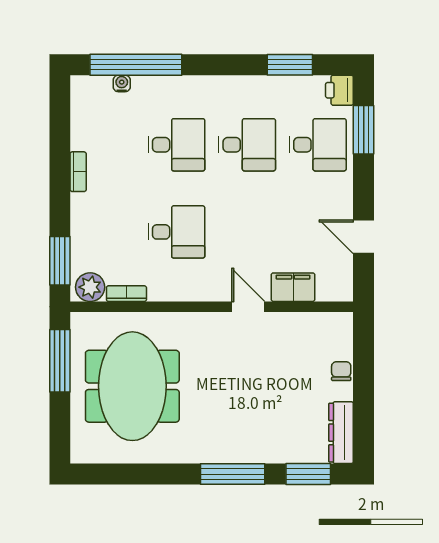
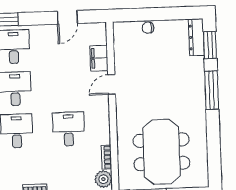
meeting table: (132, 386) -> (161, 152), turned 90
dresser: (341, 433) -> (196, 37), moved, turned 90

